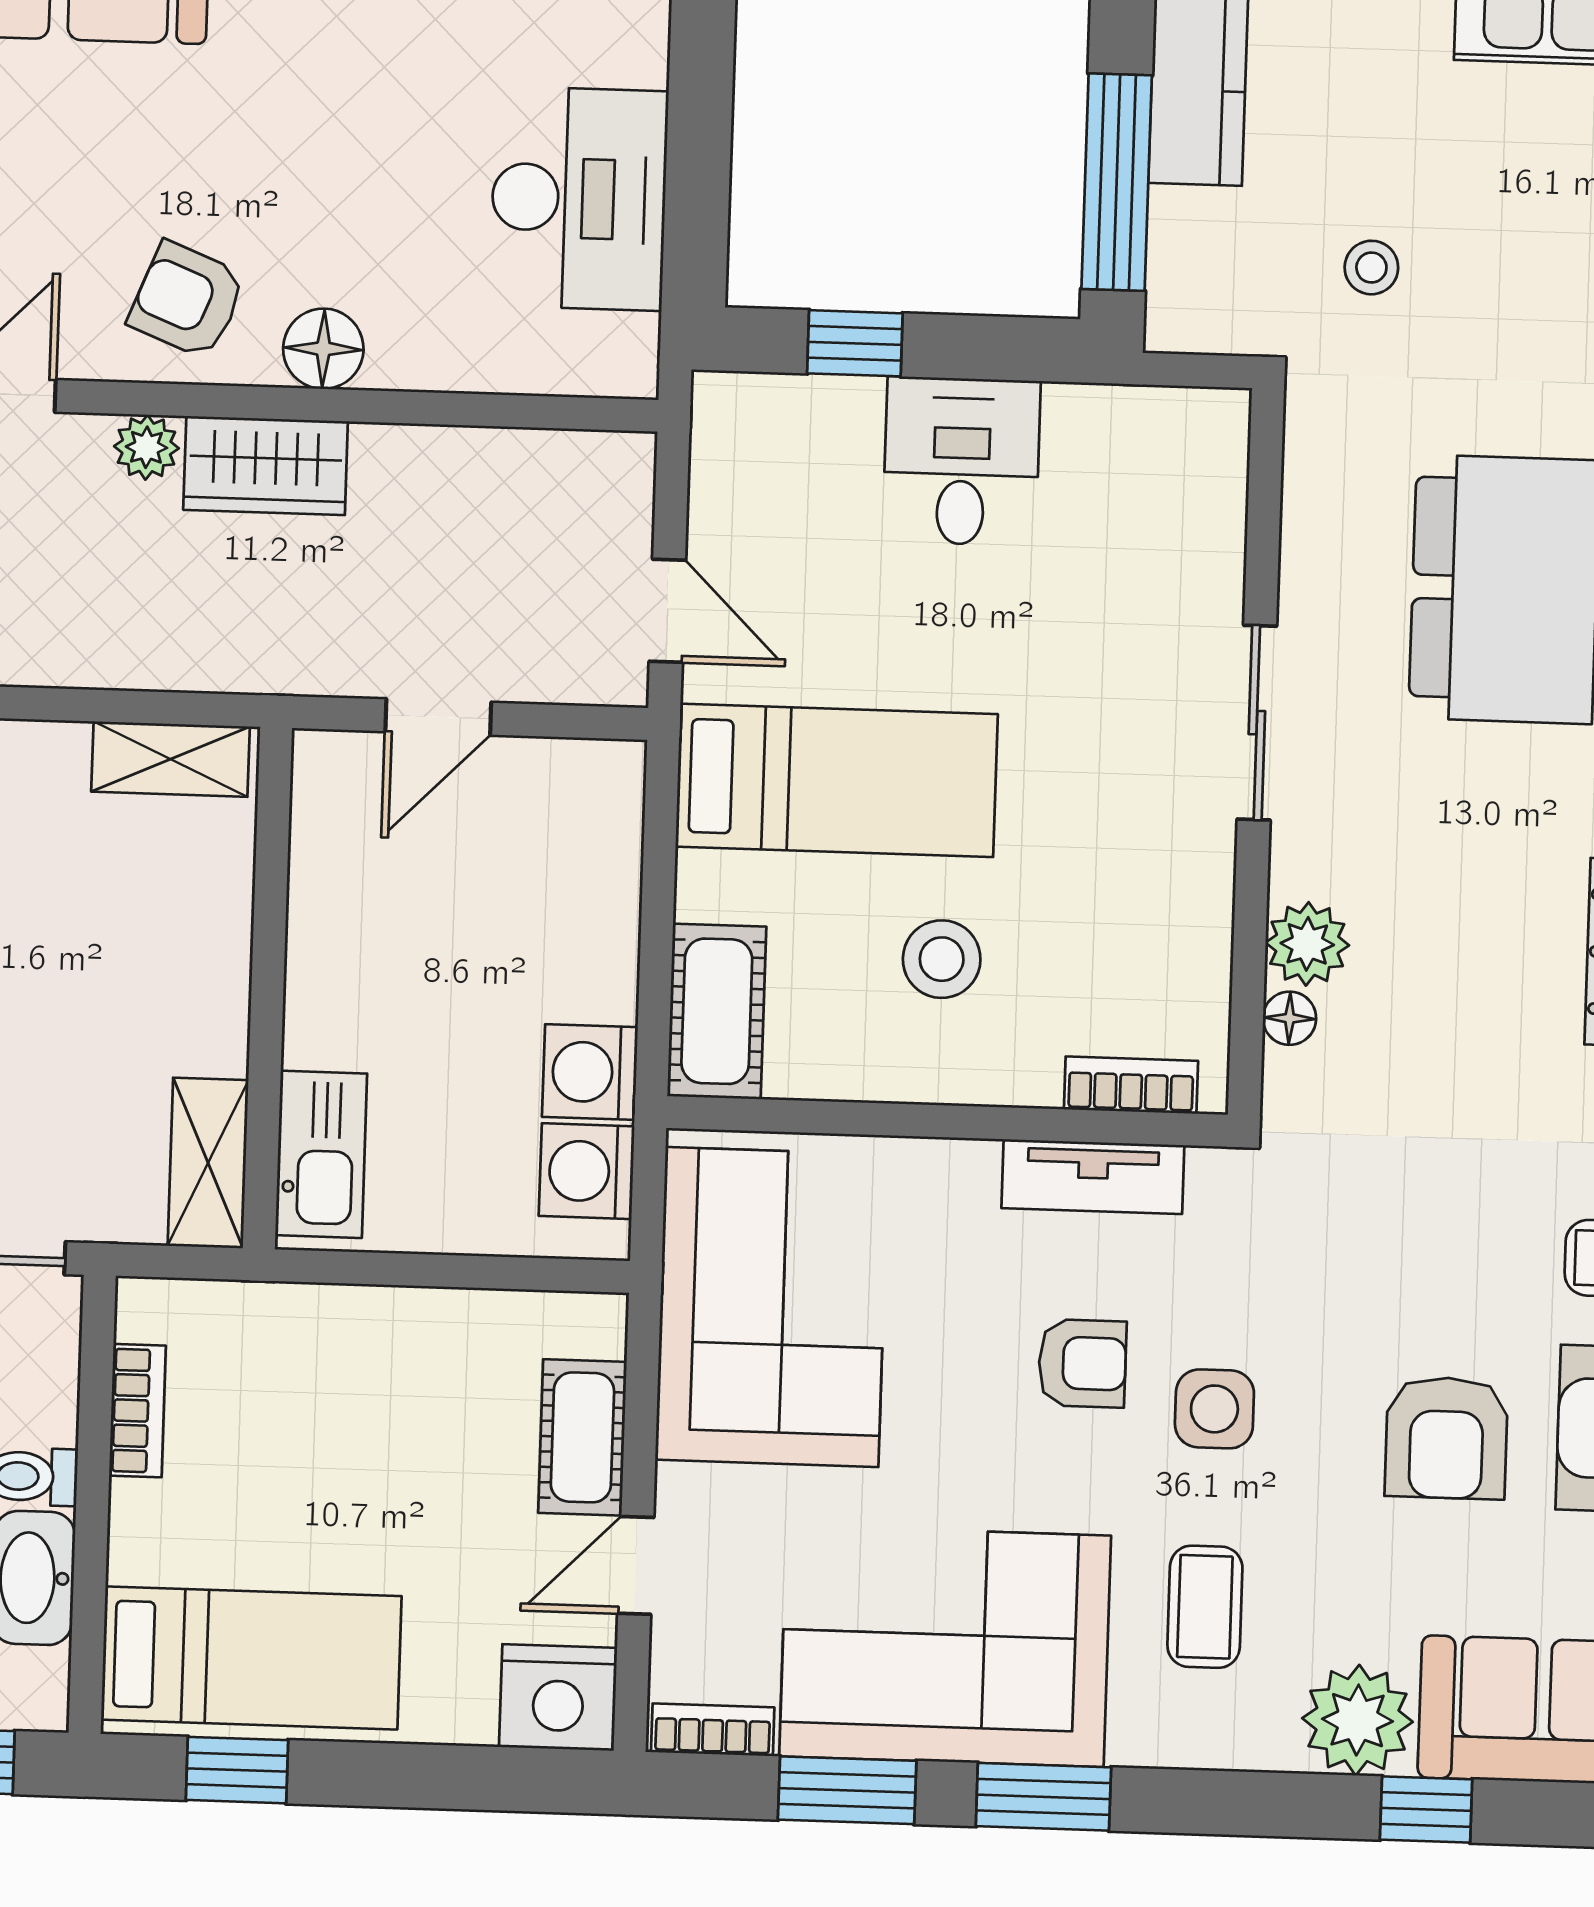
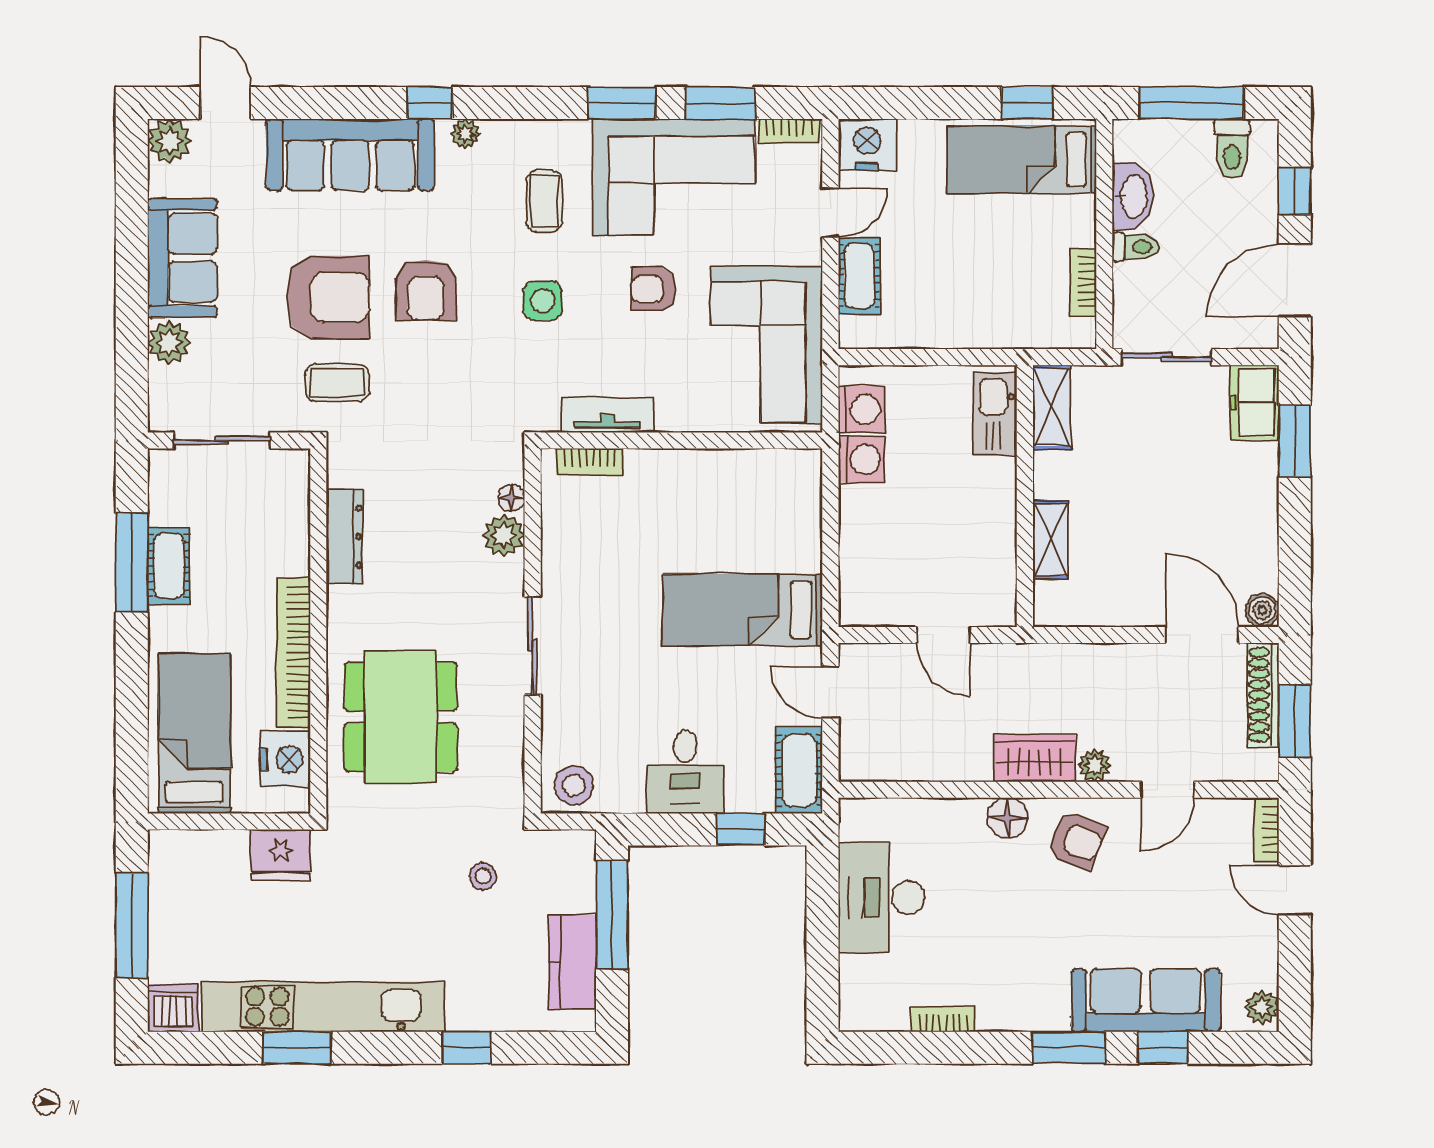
door: (438, 717) -> (944, 635), swing flipped
shelving: (171, 759) -> (1050, 540), moved, turned 90
stool: (942, 959) -> (574, 785), moved
cot: (717, 1011) -> (799, 770), moved
armchair: (1082, 1363) -> (653, 289), moved
armchair: (1446, 1438) -> (426, 290), turned 180
plant: (1357, 1720) -> (466, 134), width x0.53, depth x0.53

